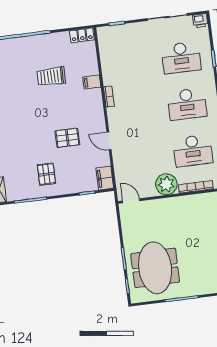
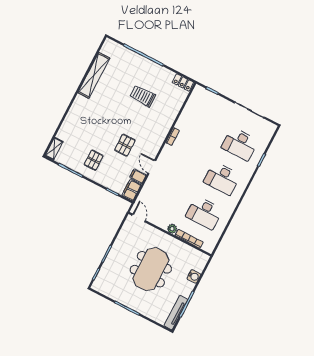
printer: (200, 21) -> (270, 128), removed
filing cabinet: (92, 82) -> (138, 176), moved
pallet: (67, 138) -> (125, 145), turned 90
plant: (166, 184) -> (172, 229), width x0.53, depth x0.53
meeting table: (155, 268) -> (151, 269), moved

